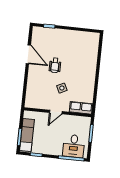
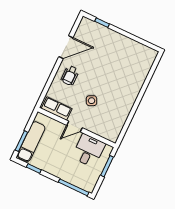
door: (28, 54) -> (66, 47), hinge flipped
wheelchair: (55, 65) -> (70, 75), moved
row of seats: (81, 108) -> (57, 109), moved
desk: (74, 146) -> (89, 151), moved, turned 180

